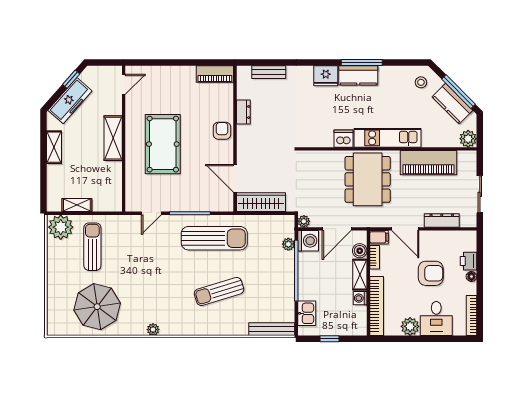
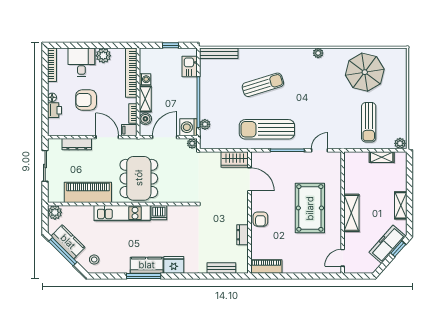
window: (71, 79) -> (398, 249), moved
wardrobe: (261, 202) -> (235, 159), width x0.67
plant: (61, 227) -> (400, 143), width x0.53, depth x0.53

